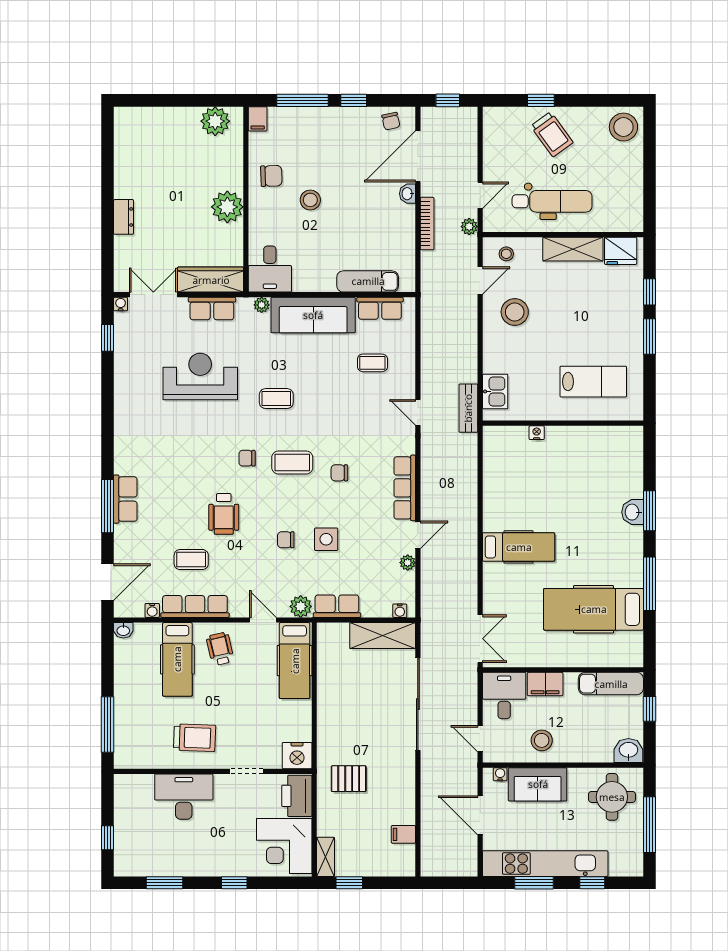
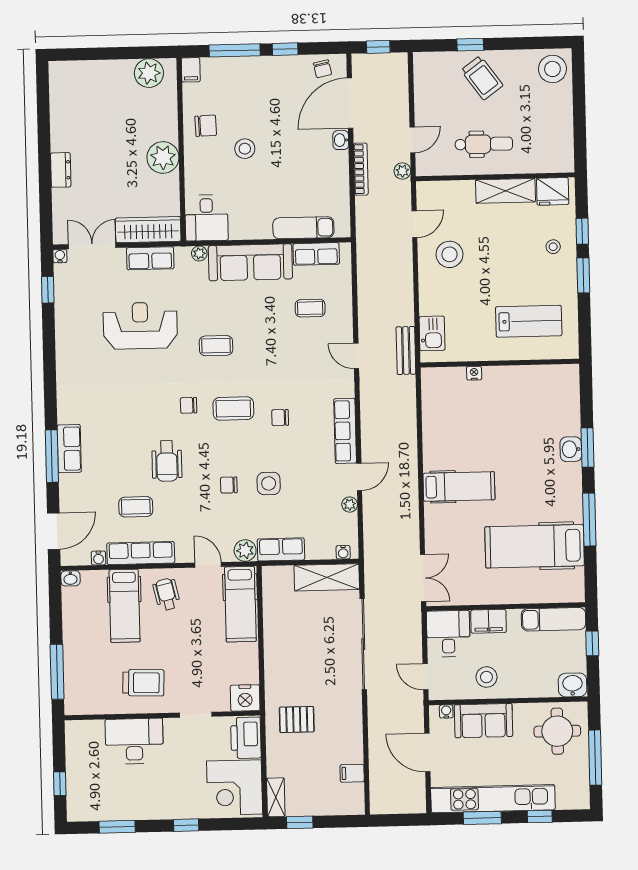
dental chair: (552, 201) -> (484, 144), width x0.73, depth x0.72
stool: (506, 254) -> (553, 247), moved

